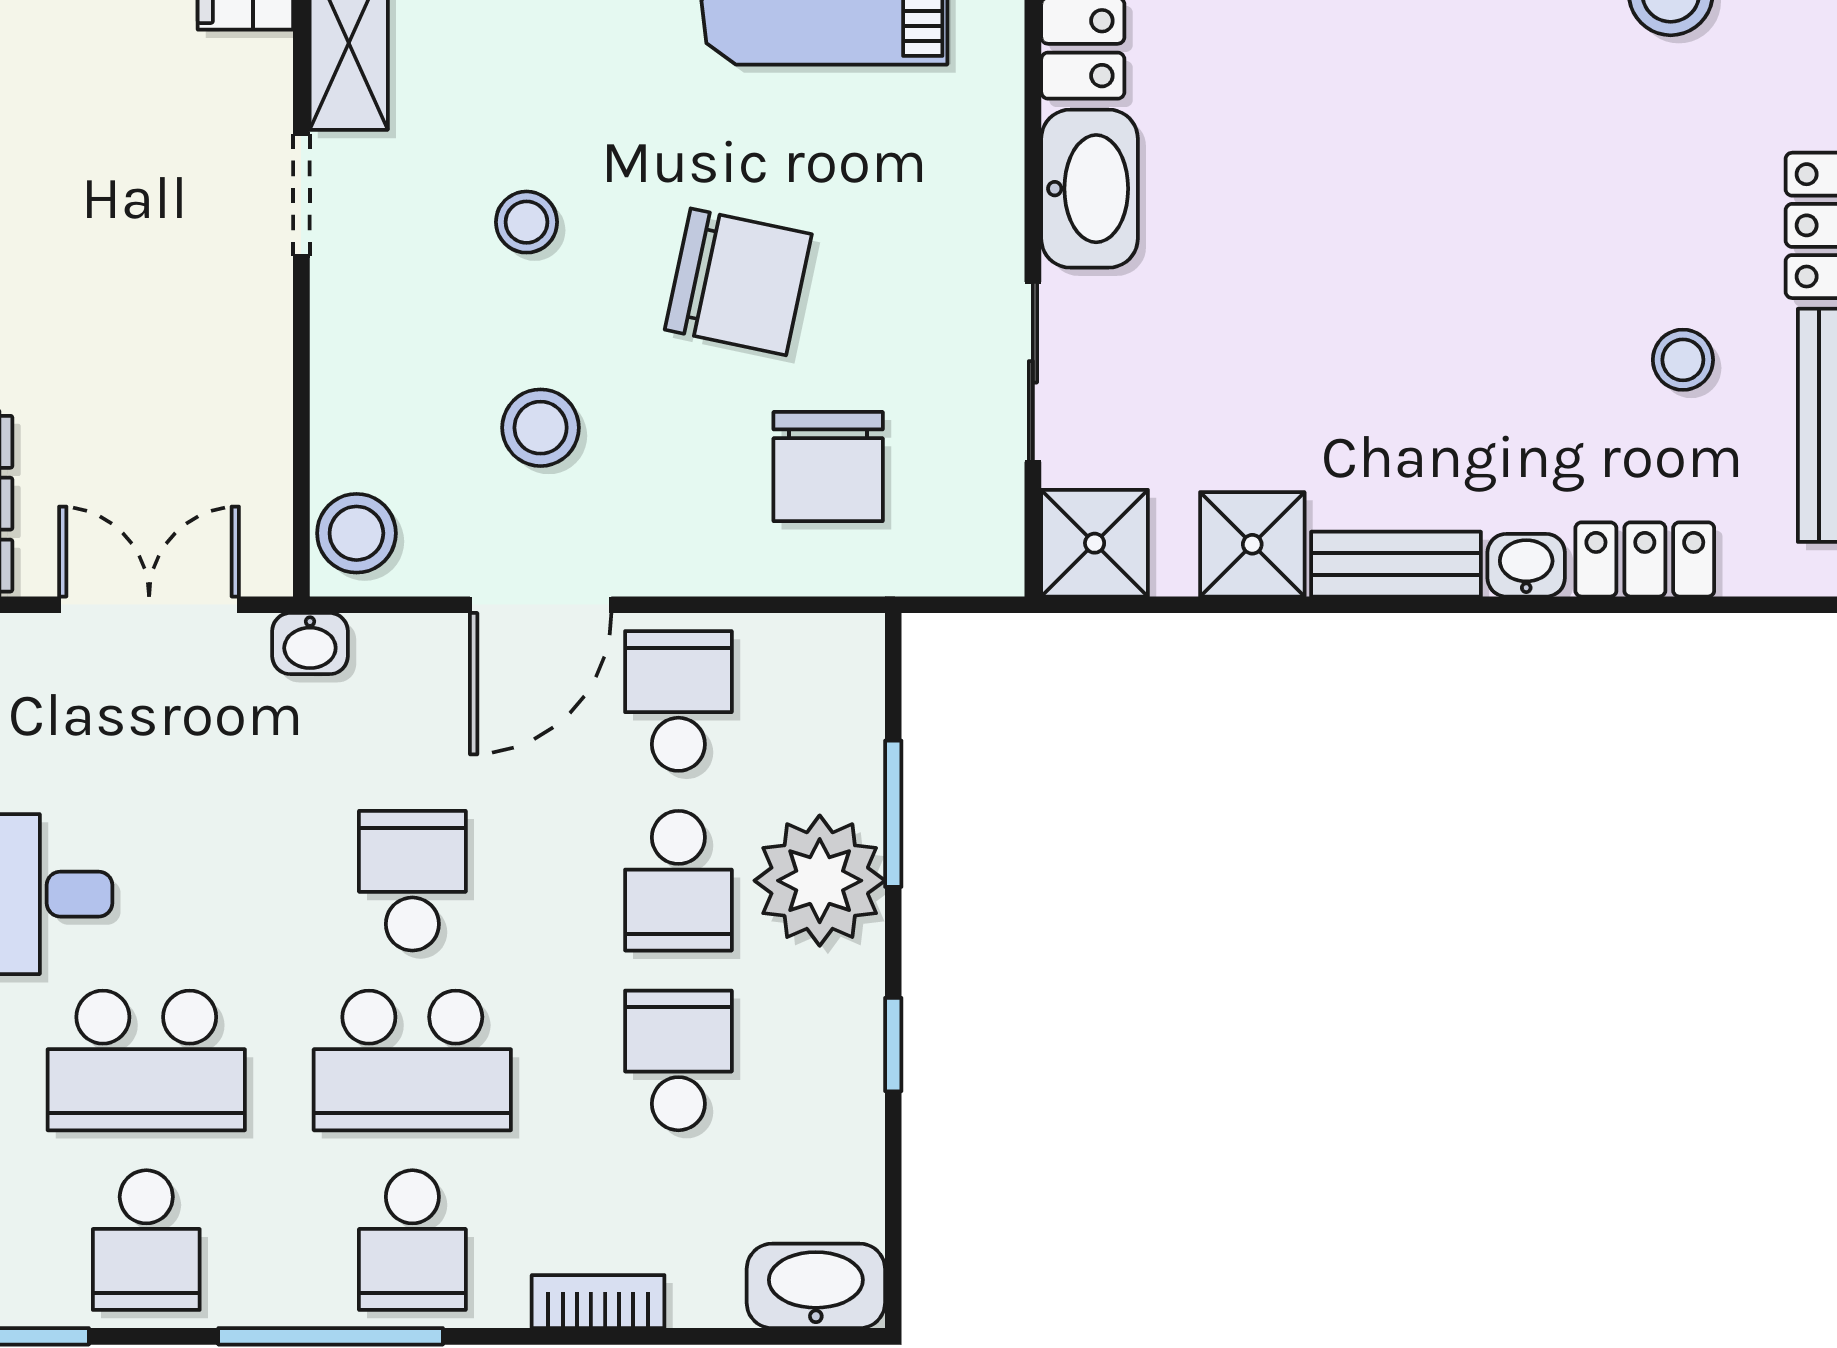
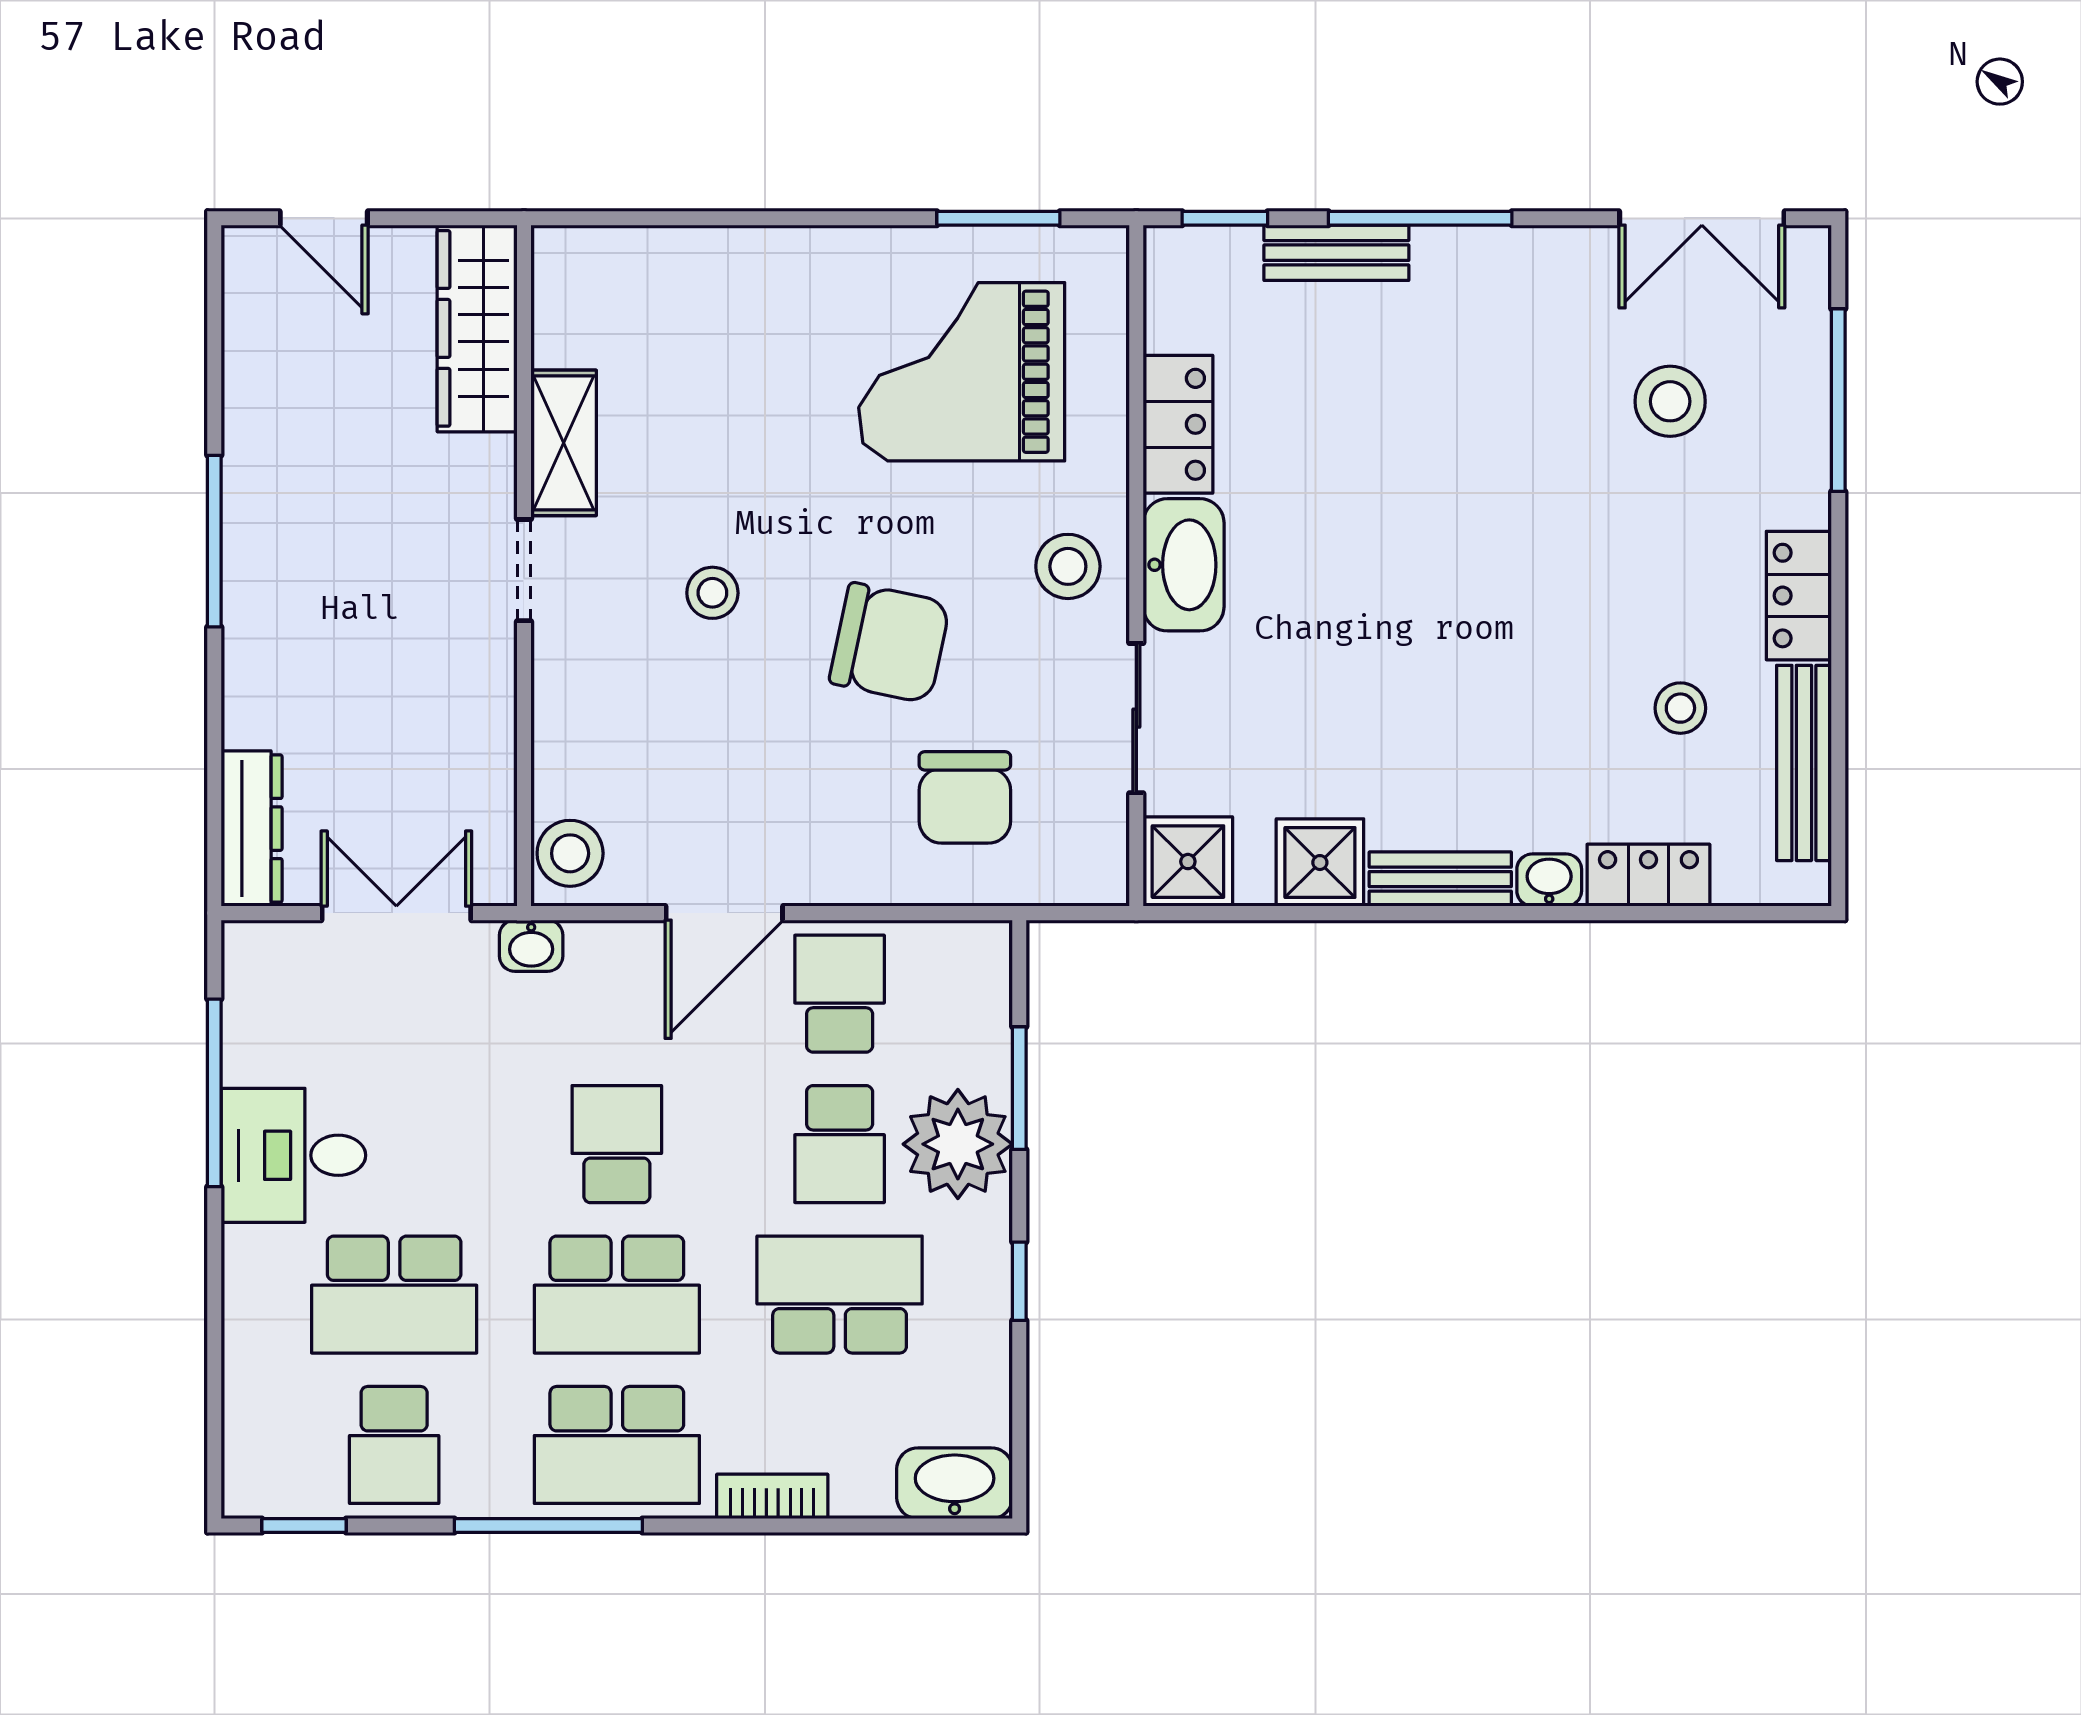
stool: (541, 428) -> (1068, 566), moved
school desk: (678, 1060) -> (840, 1295), width x1.85
school desk: (412, 1240) -> (617, 1445), width x1.85

